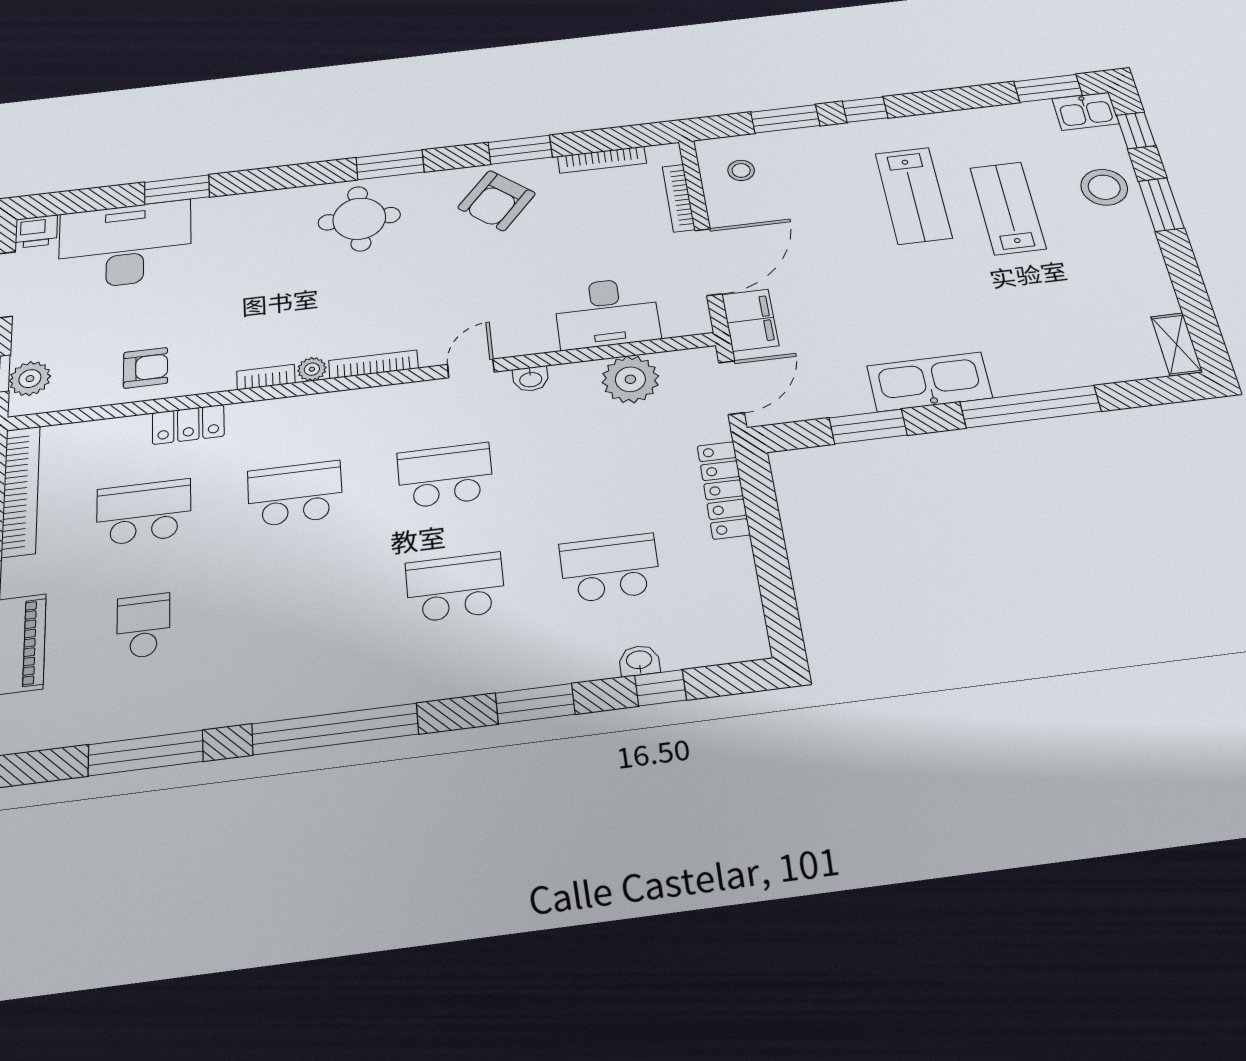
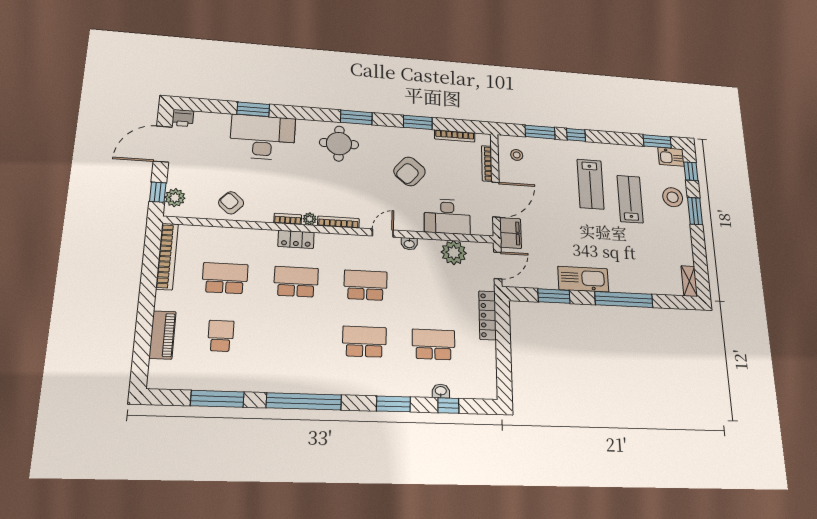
armchair: (497, 201) -> (410, 171), moved
desk: (125, 245) -> (263, 137), moved
armchair: (146, 368) -> (231, 203), turned -137
locker: (188, 424) -> (296, 239), moved

